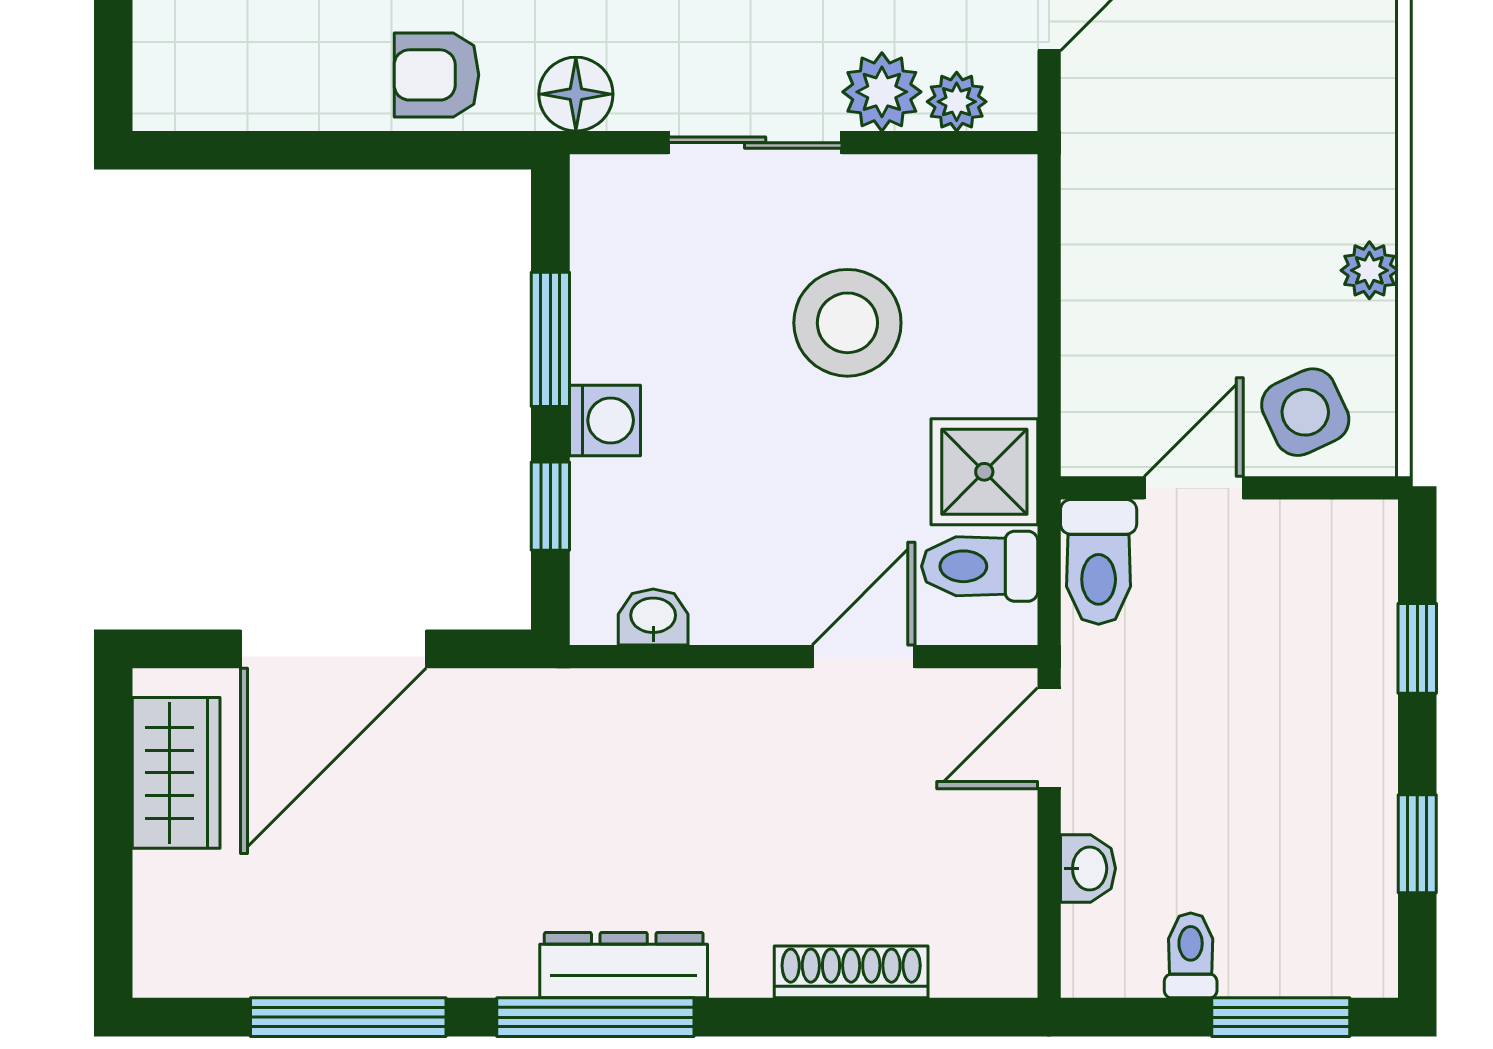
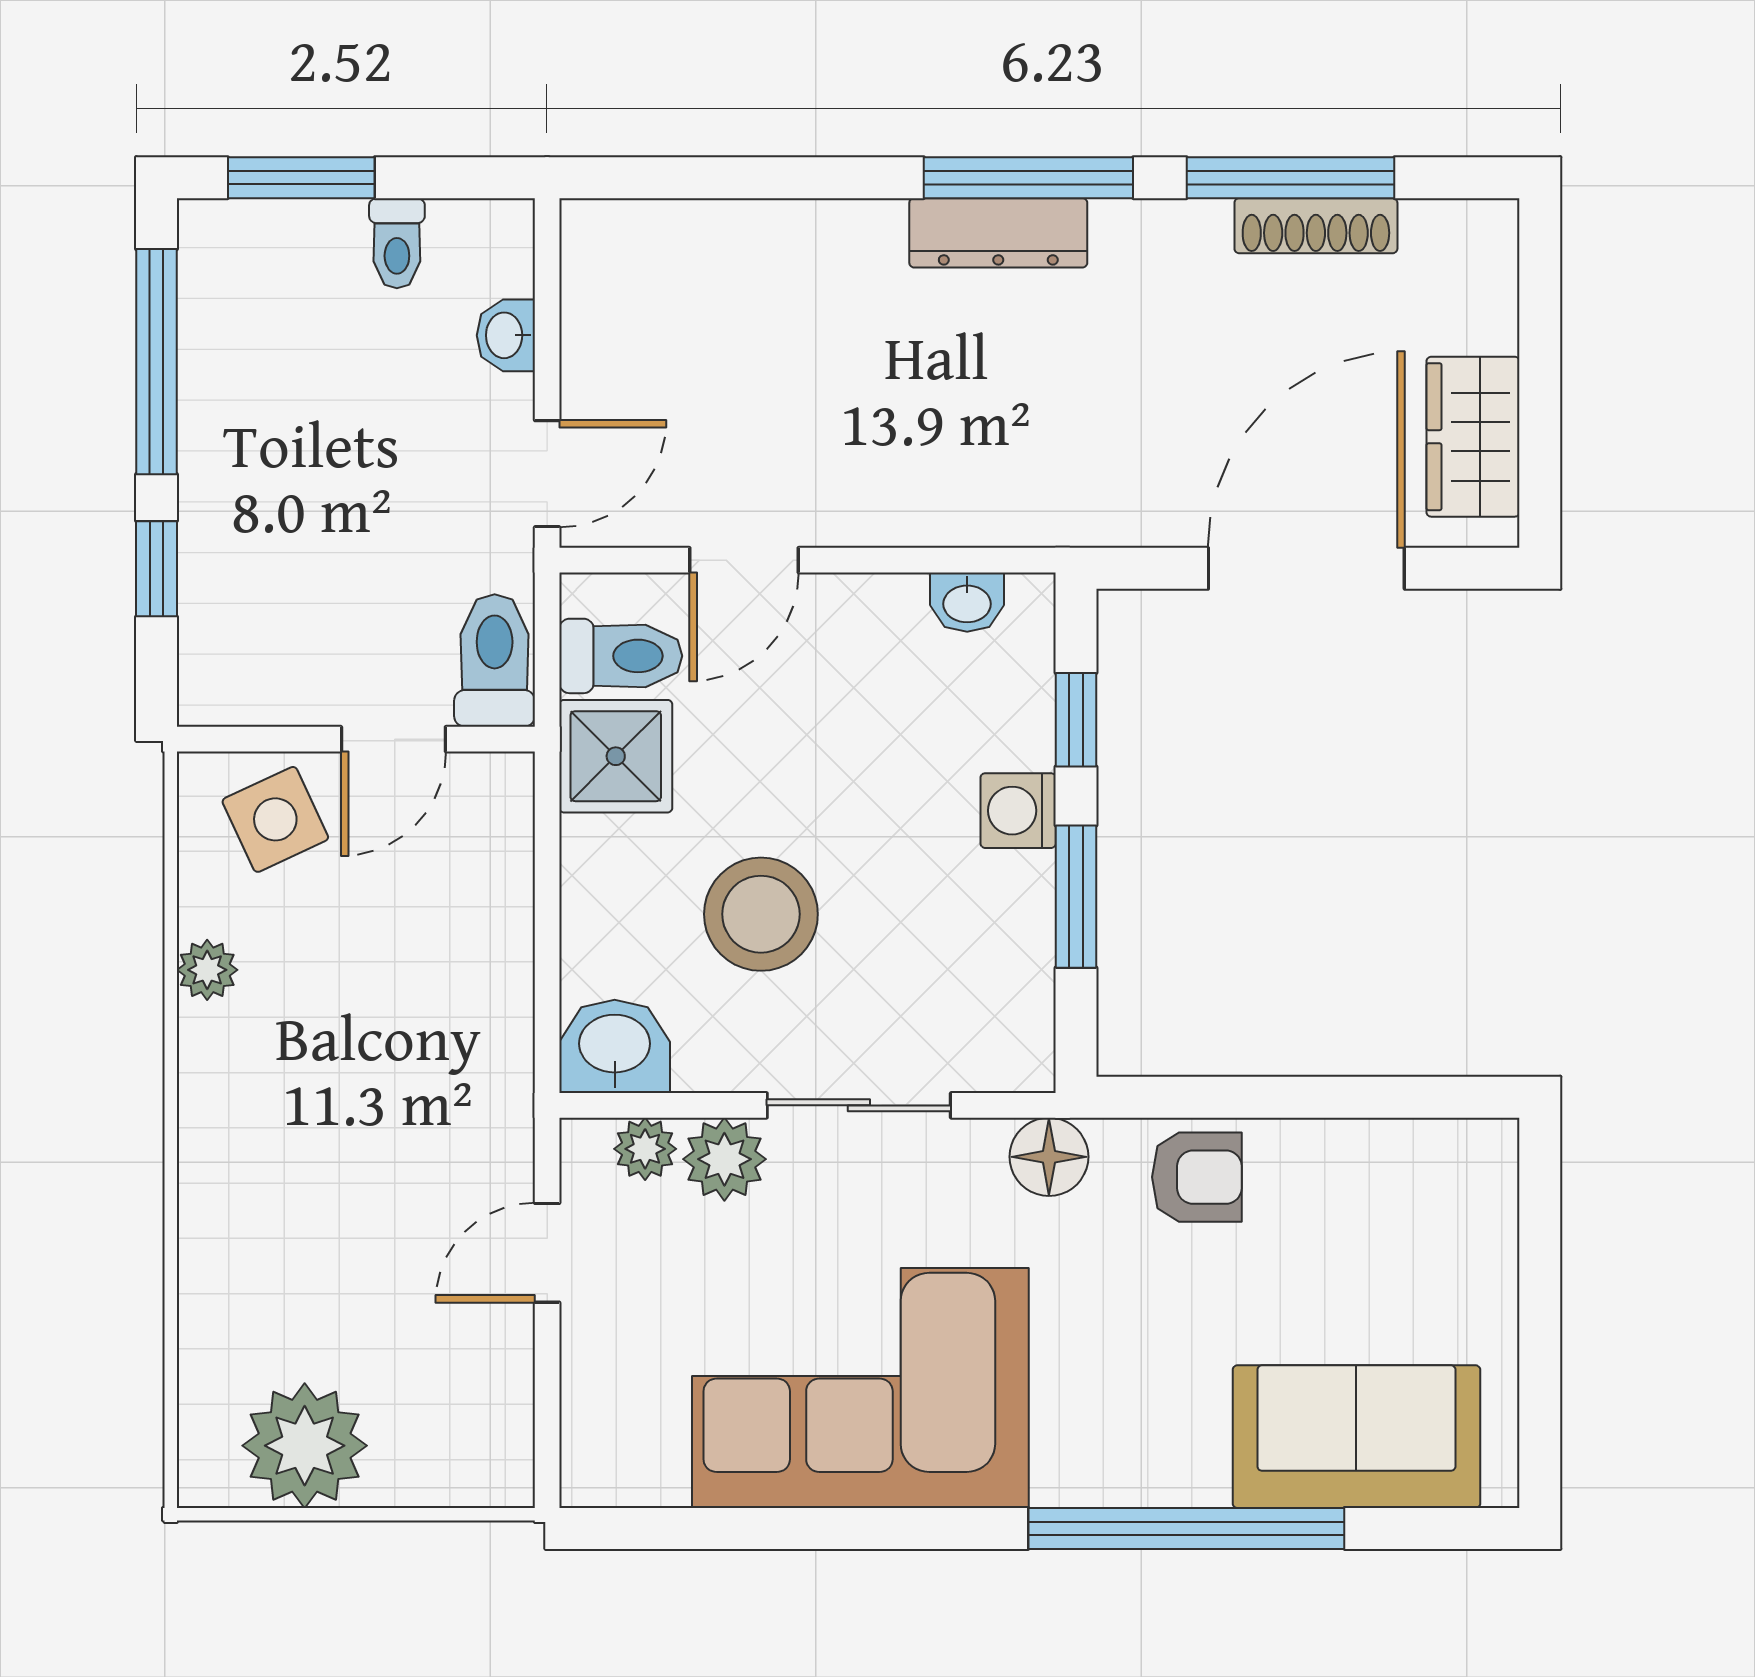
washbasin: (985, 198) -> (615, 1046), added
window: (1417, 844) -> (157, 362), width x2.17
shoe rack: (851, 972) -> (1316, 226), moved

